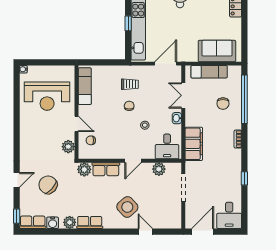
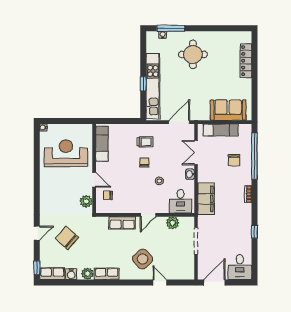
reception desk: (47, 96) -> (66, 153), turned 180
plant: (84, 169) -> (101, 223), removed

